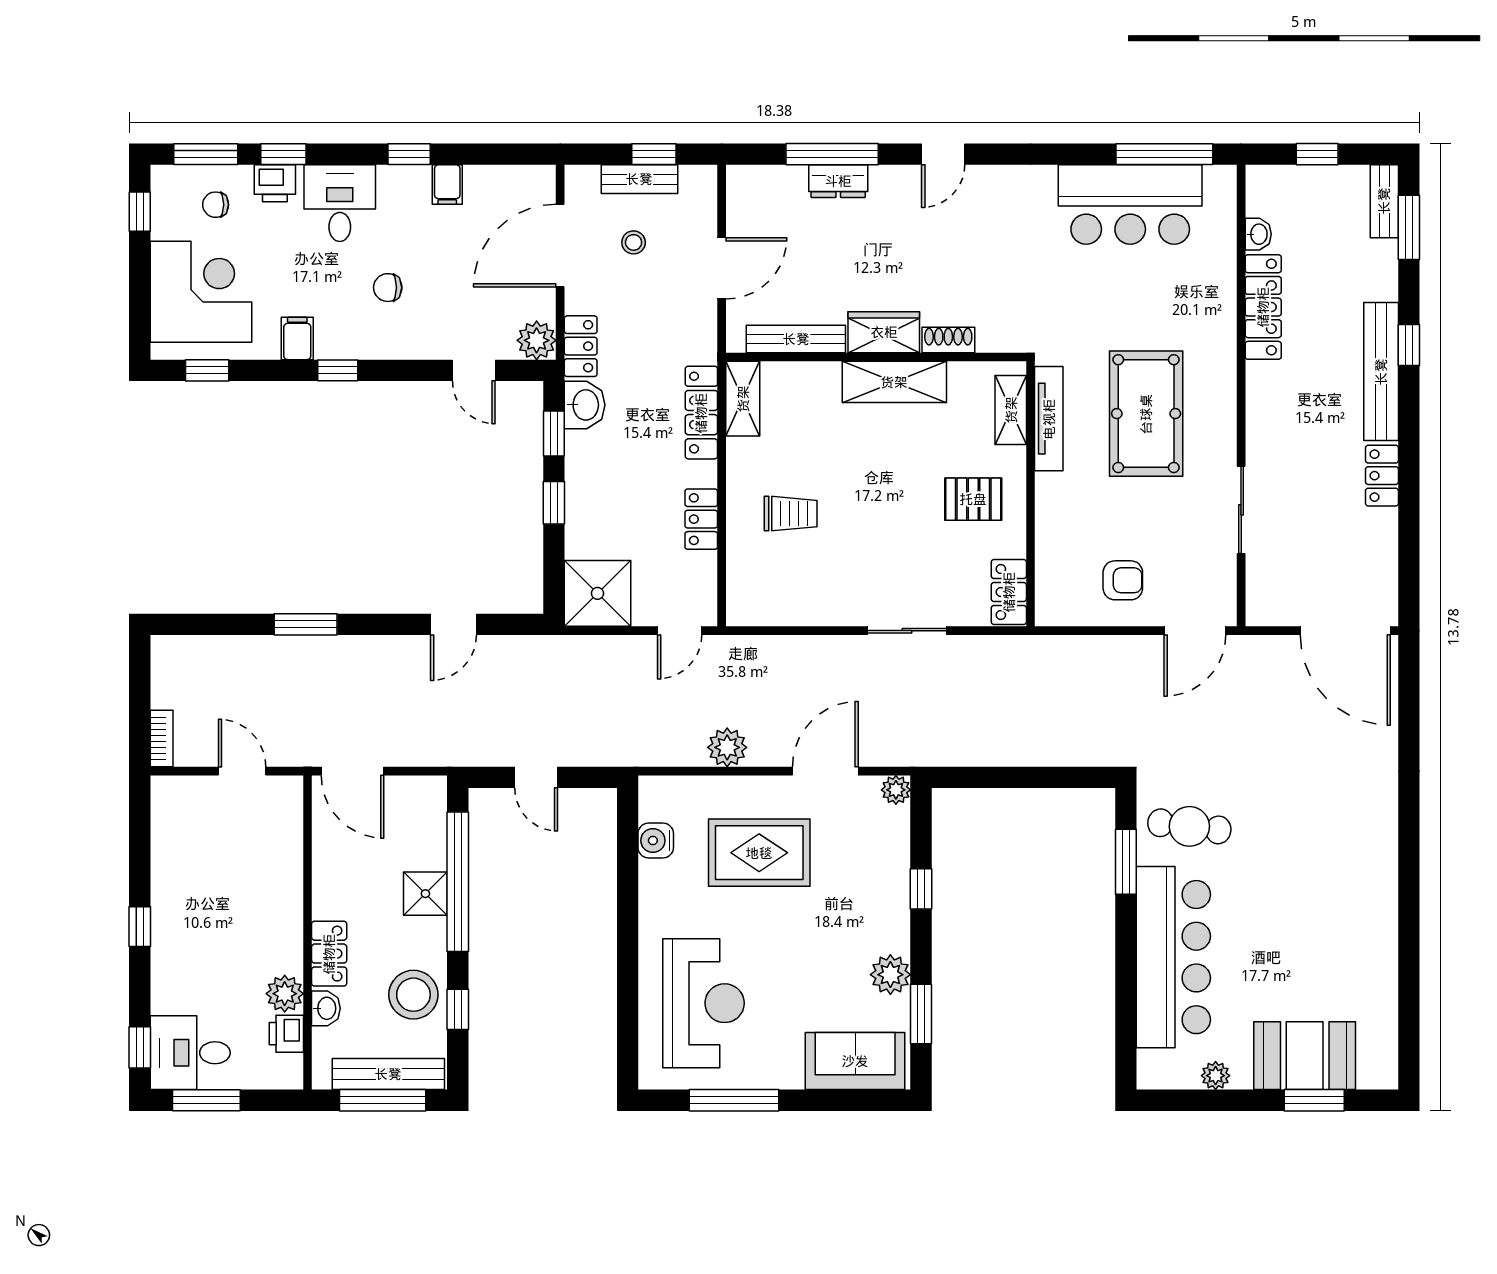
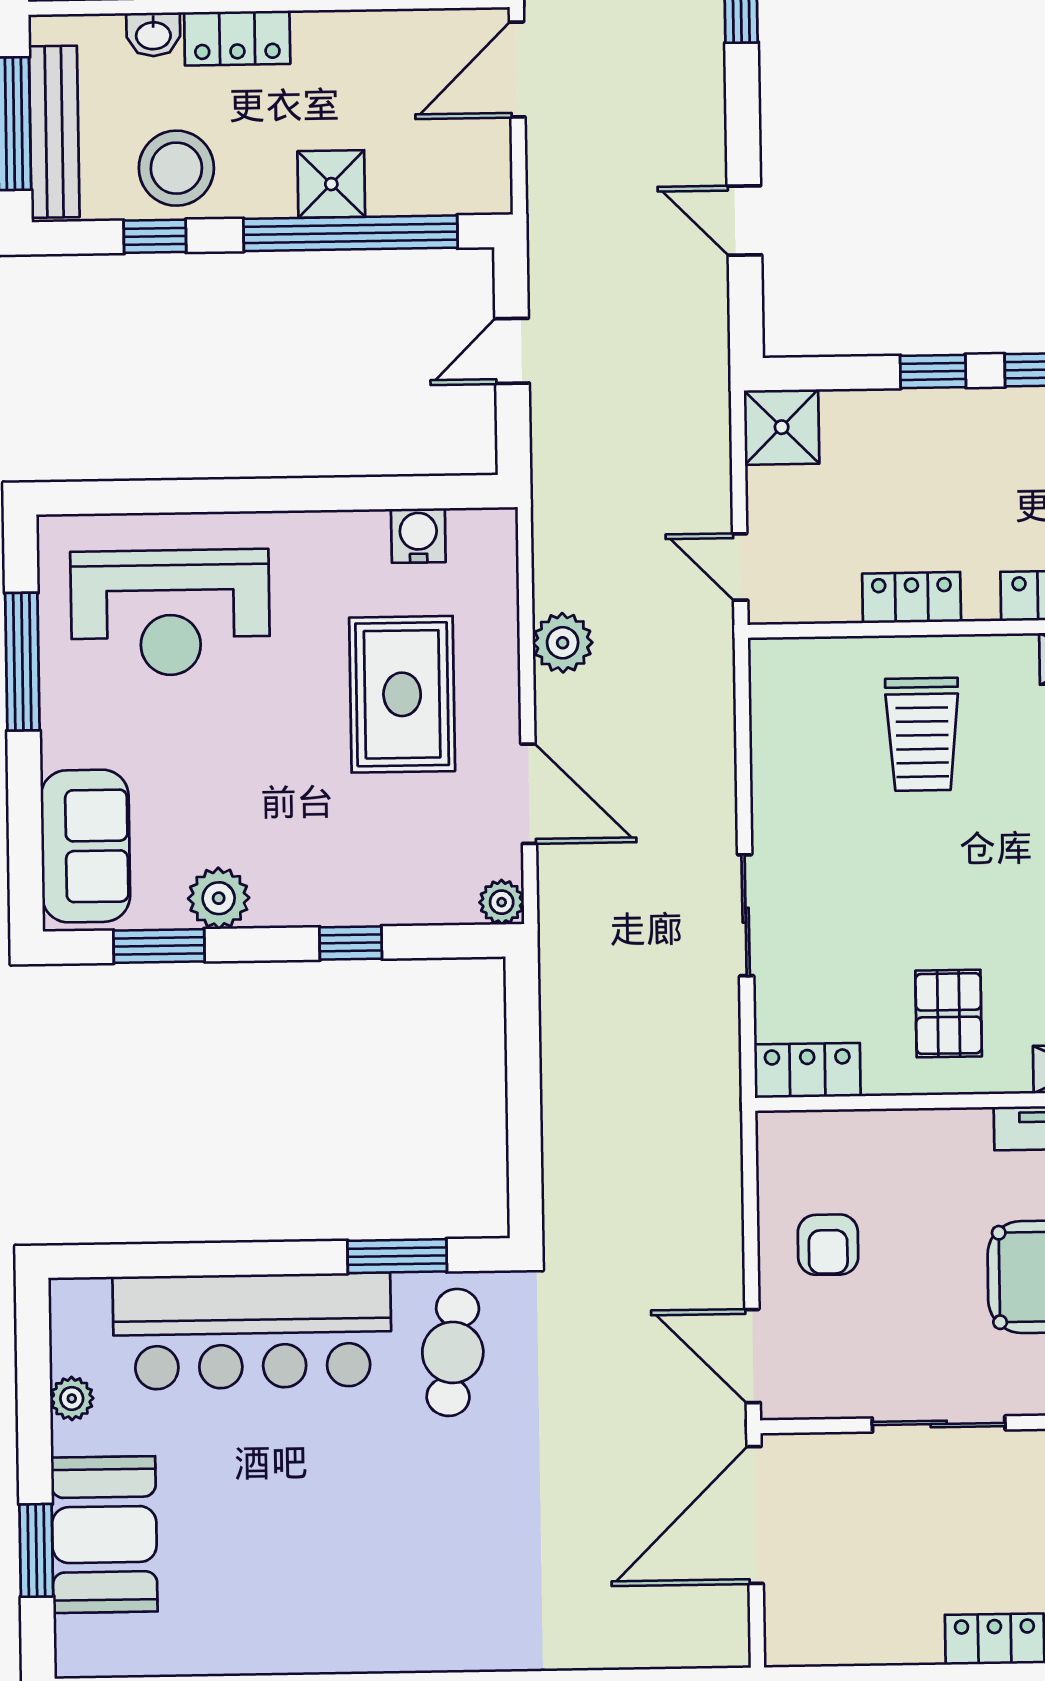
trolley: (791, 514) -> (922, 734), width x1.36, depth x1.39
shower: (598, 593) -> (782, 427), width x0.73, depth x0.73
door: (1345, 631) -> (755, 1515), moved

